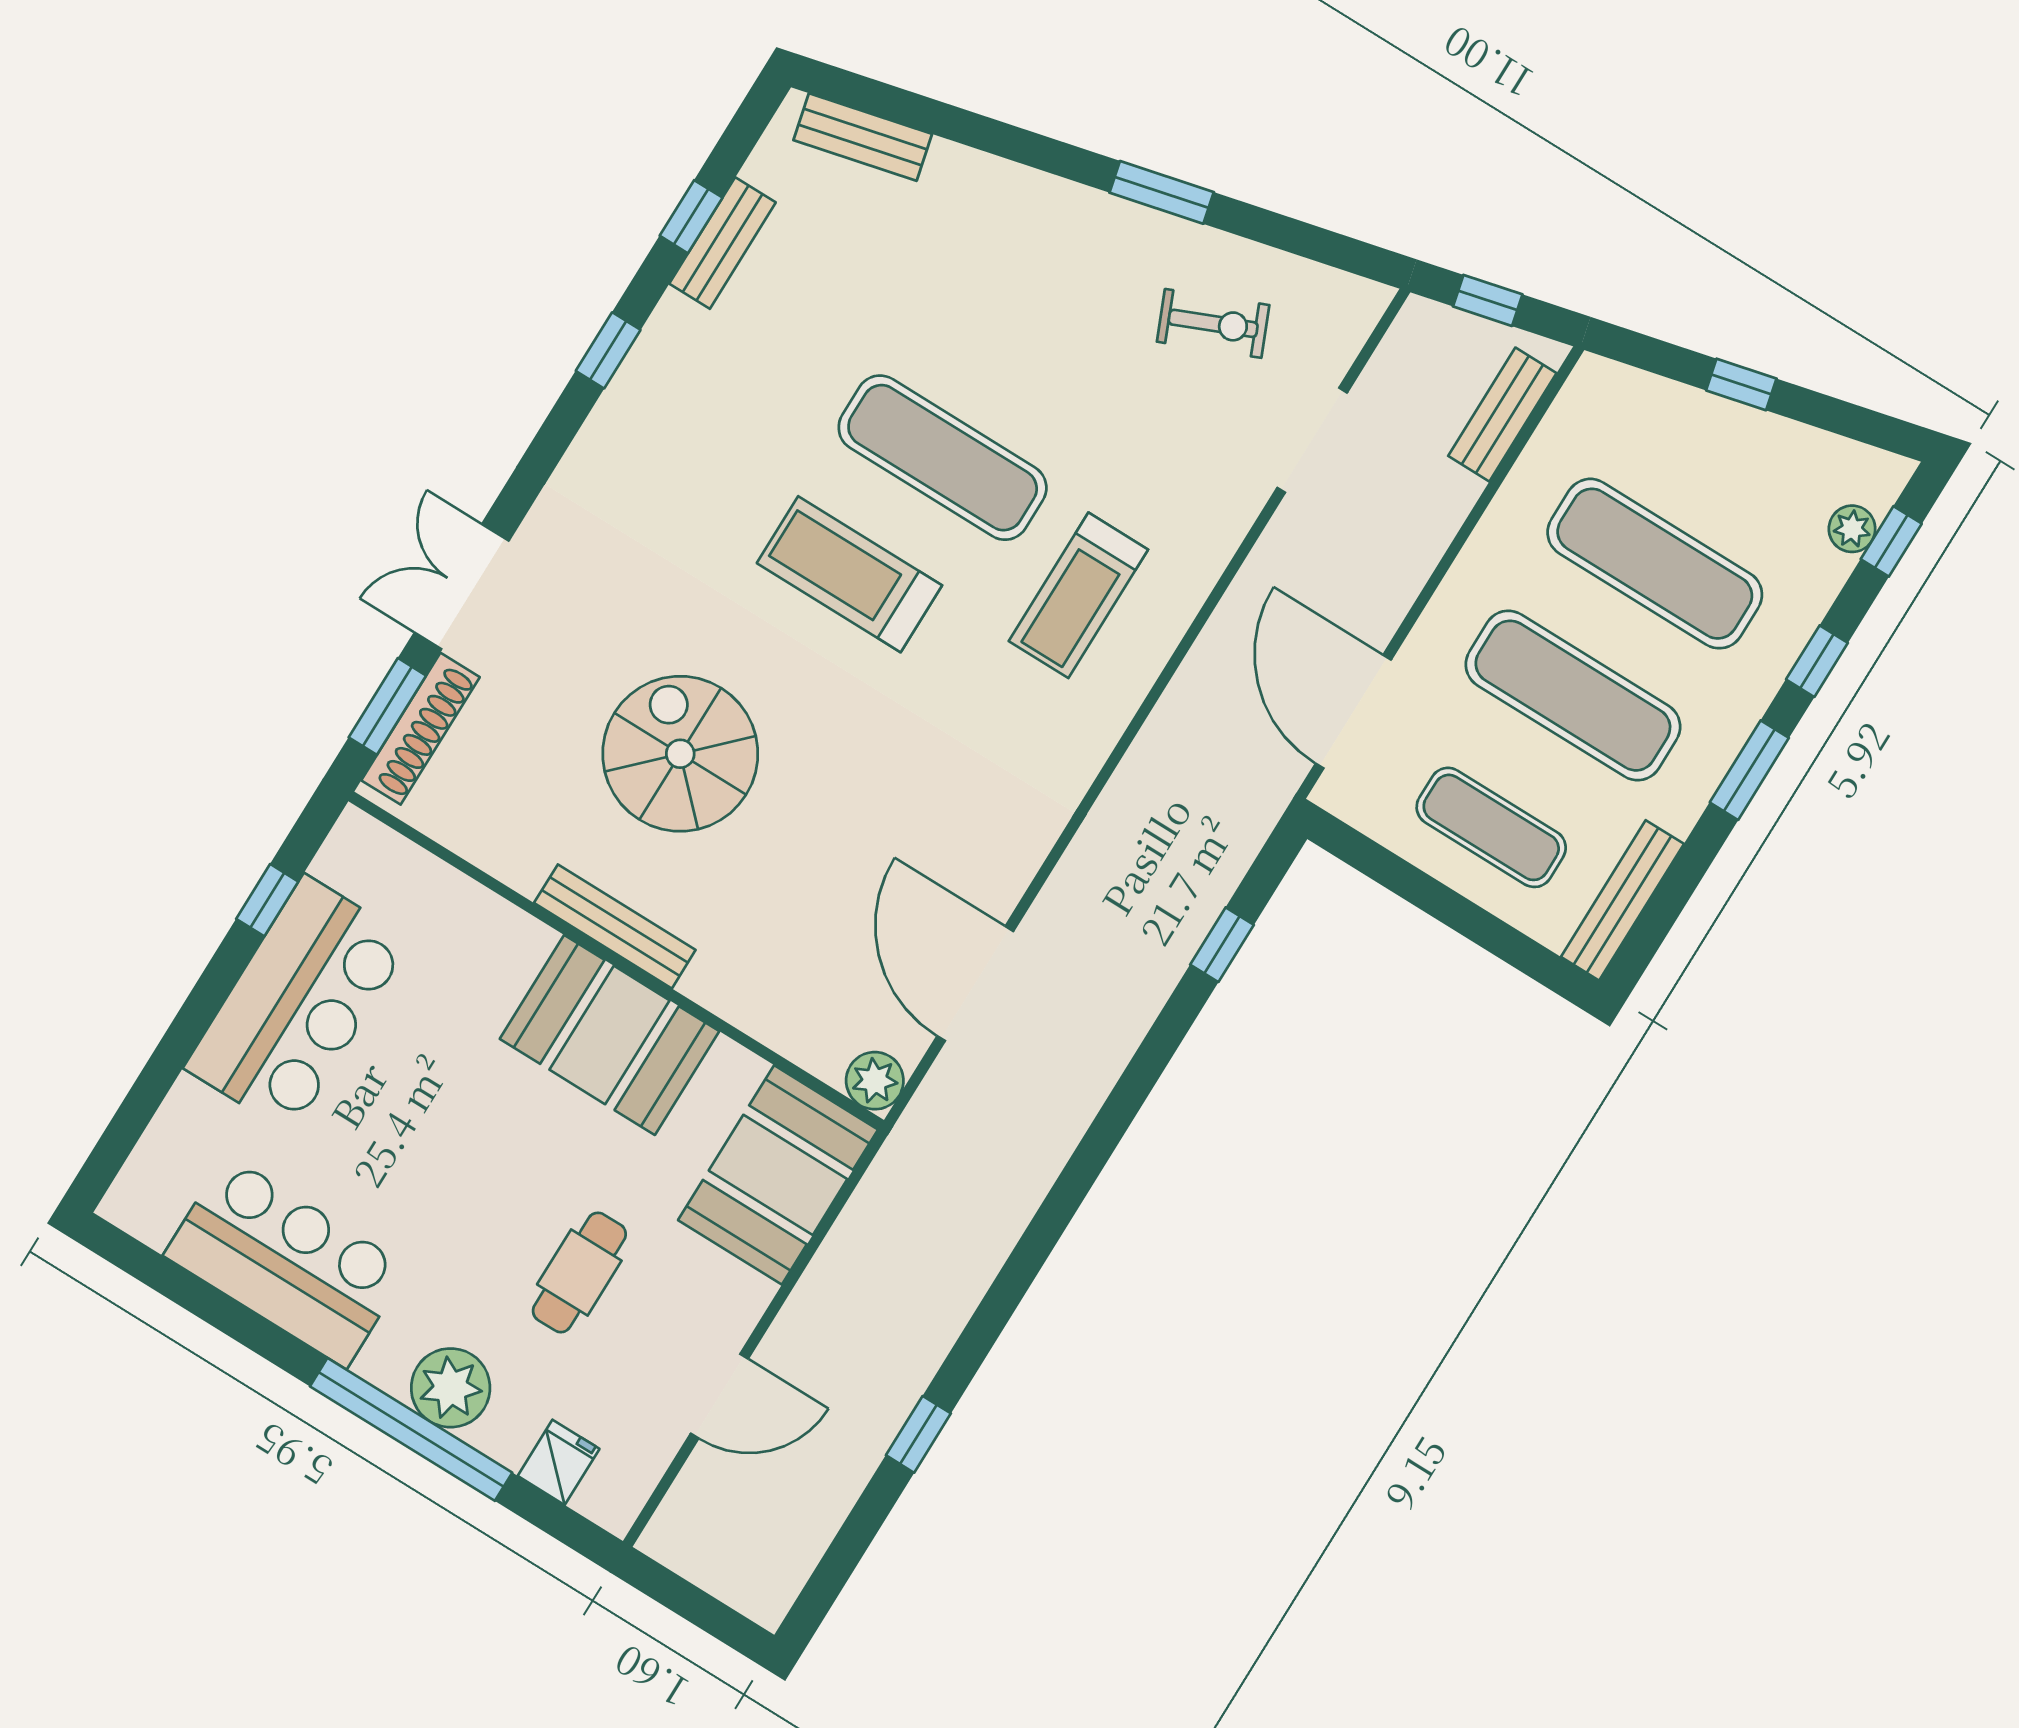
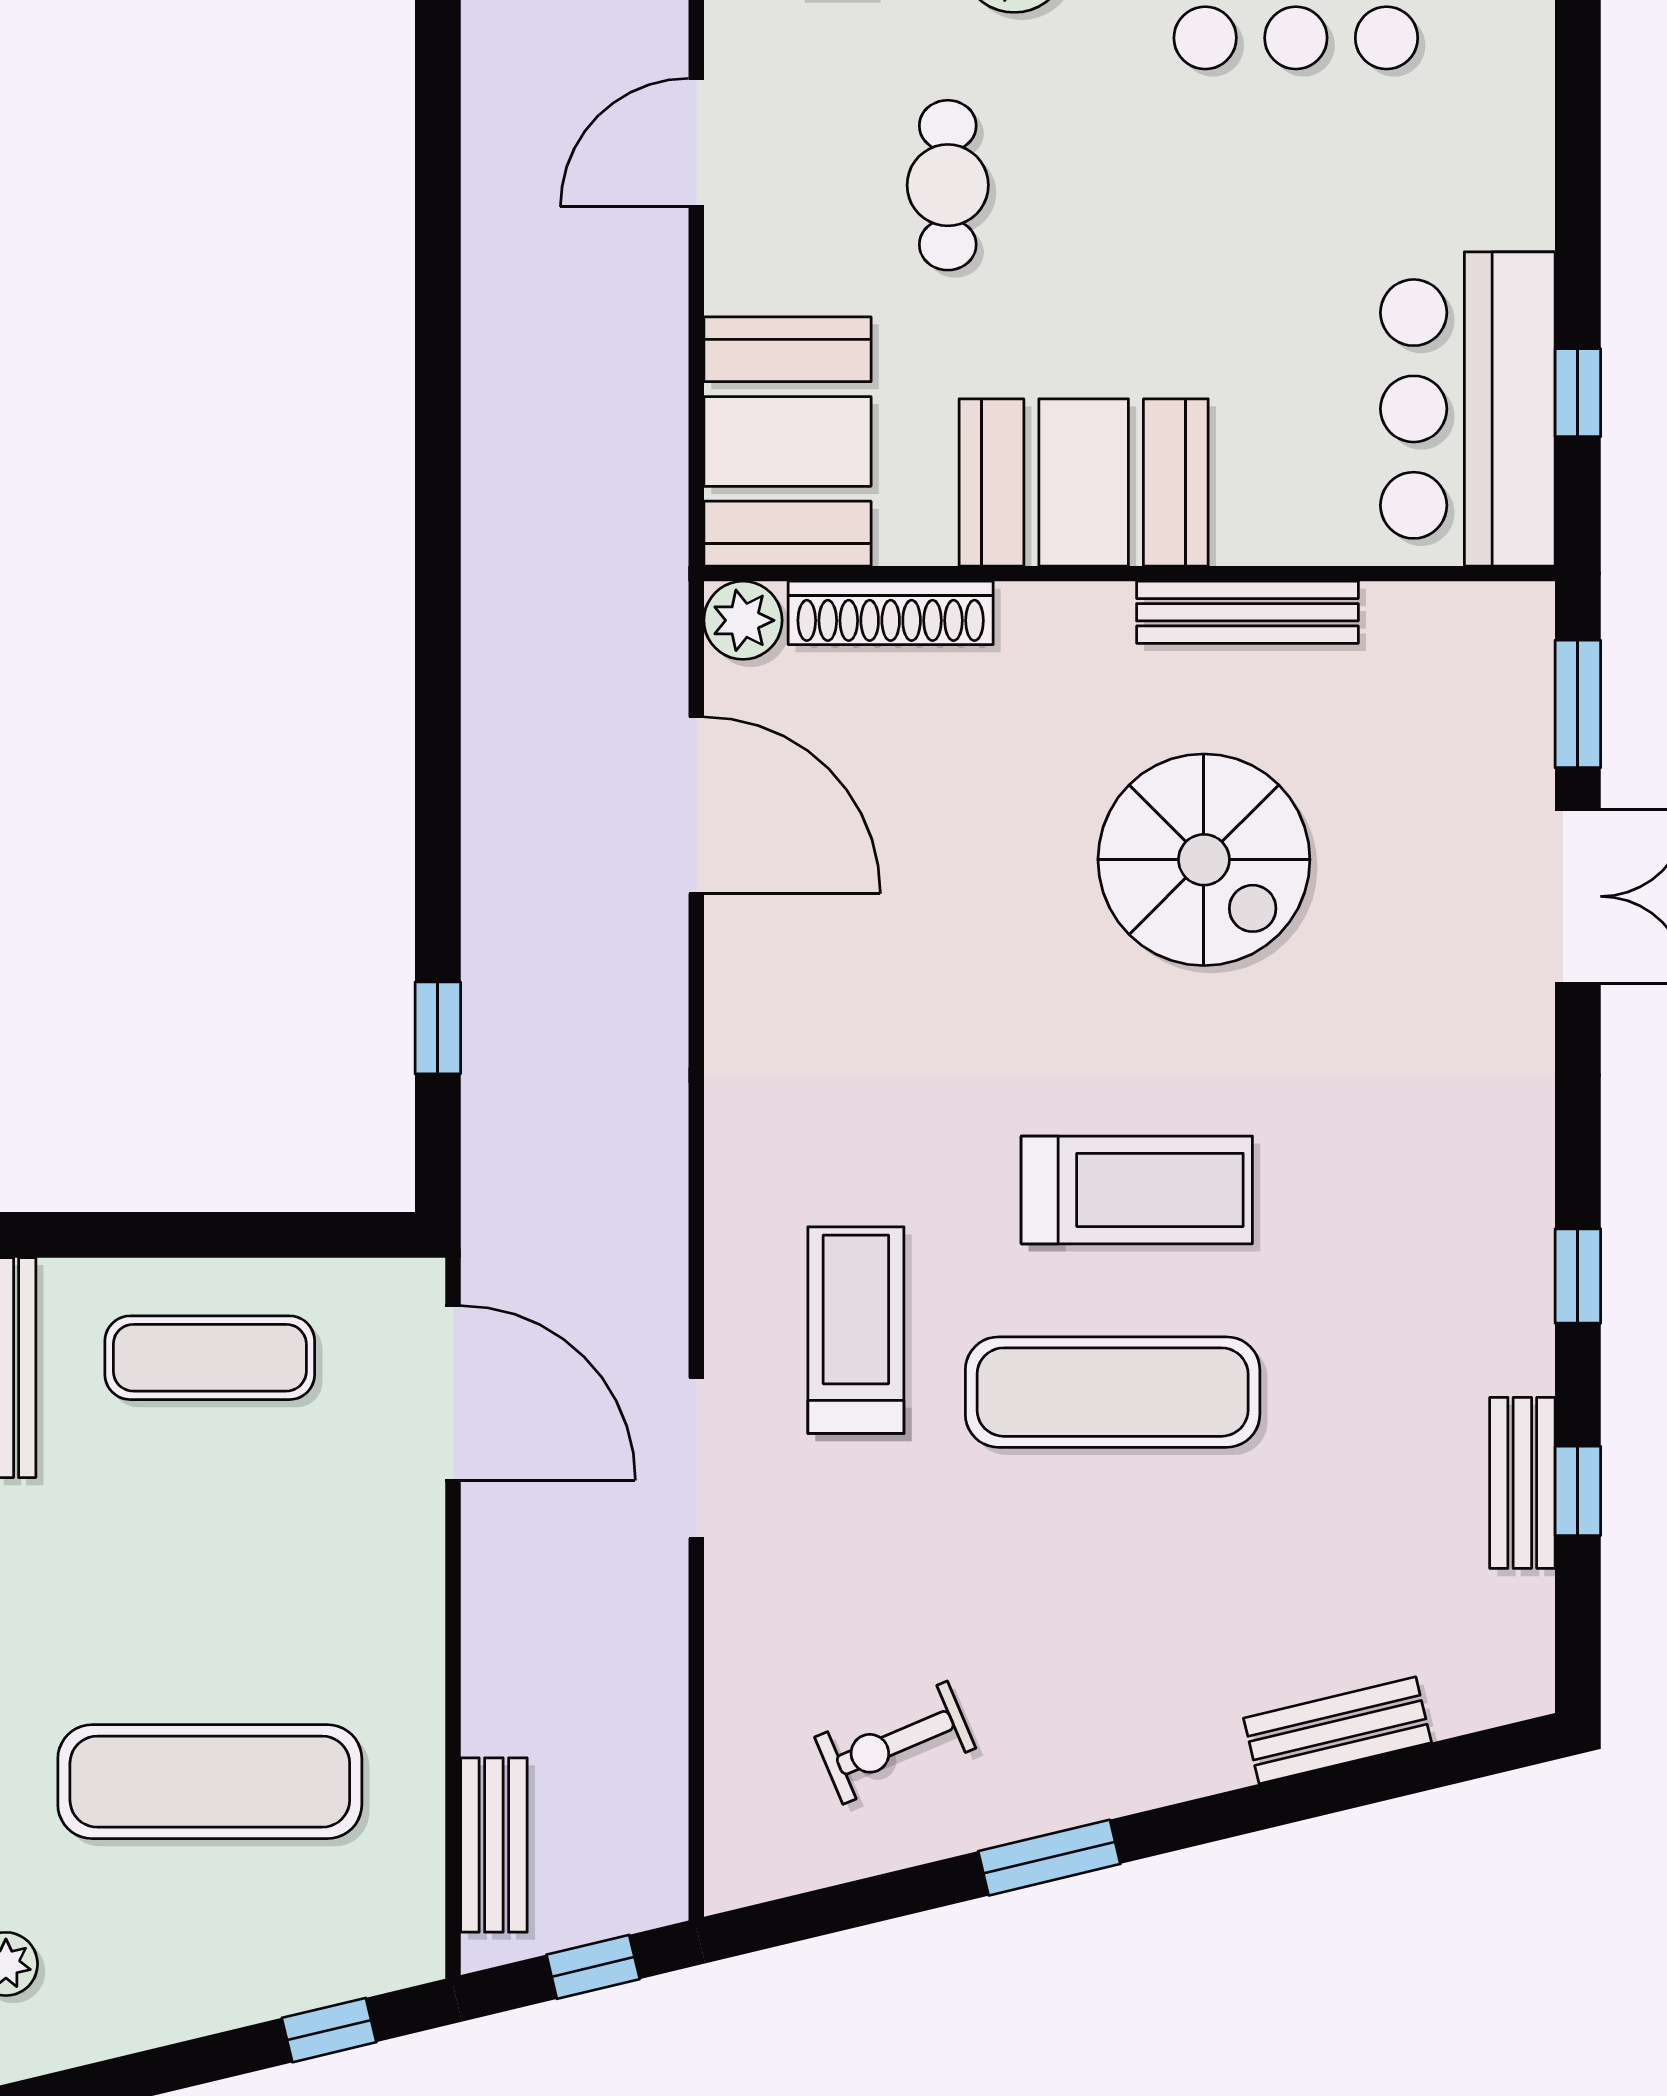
bench: (863, 137) -> (1337, 1730), moved
window: (1741, 384) -> (329, 2030), moved
doorway: (1312, 440) -> (696, 1458), moved
exercise mat: (1573, 696) -> (210, 1570), removed
shoe rack: (421, 729) -> (891, 613), moved, turned -90
bench: (615, 926) -> (1247, 612), moved
bar counter: (298, 1004) -> (1468, 409), moved
window: (918, 1434) -> (438, 241), removed

